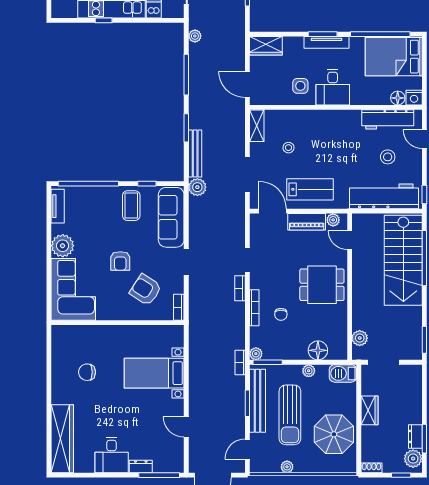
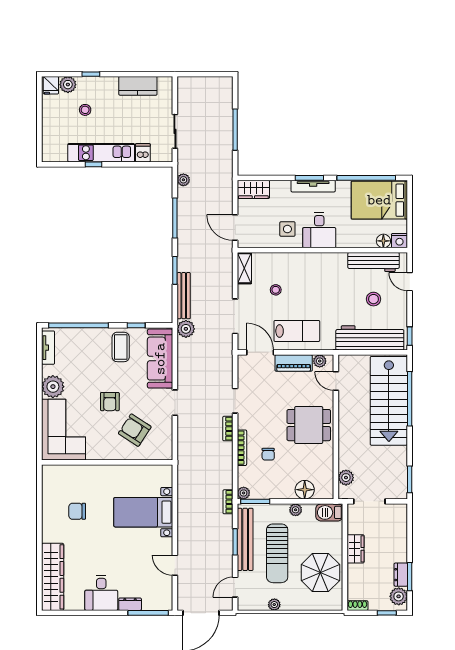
bookcase: (179, 307) -> (168, 447), removed

